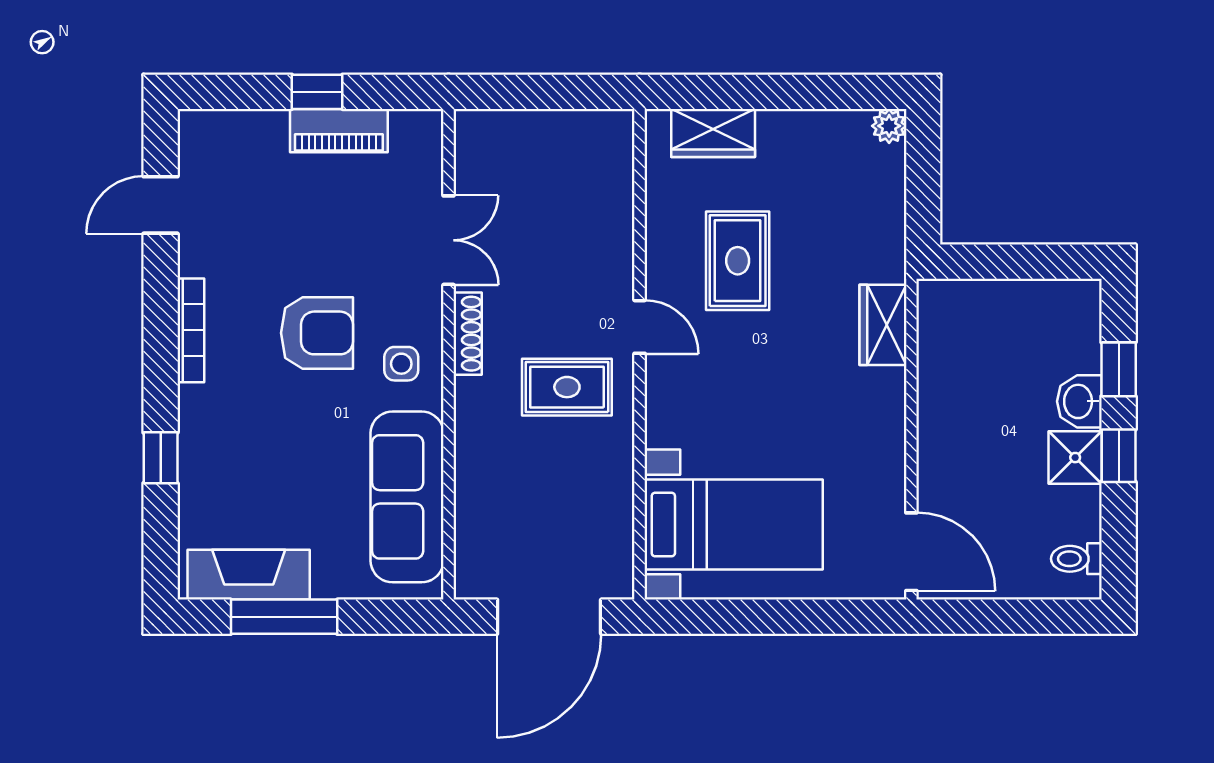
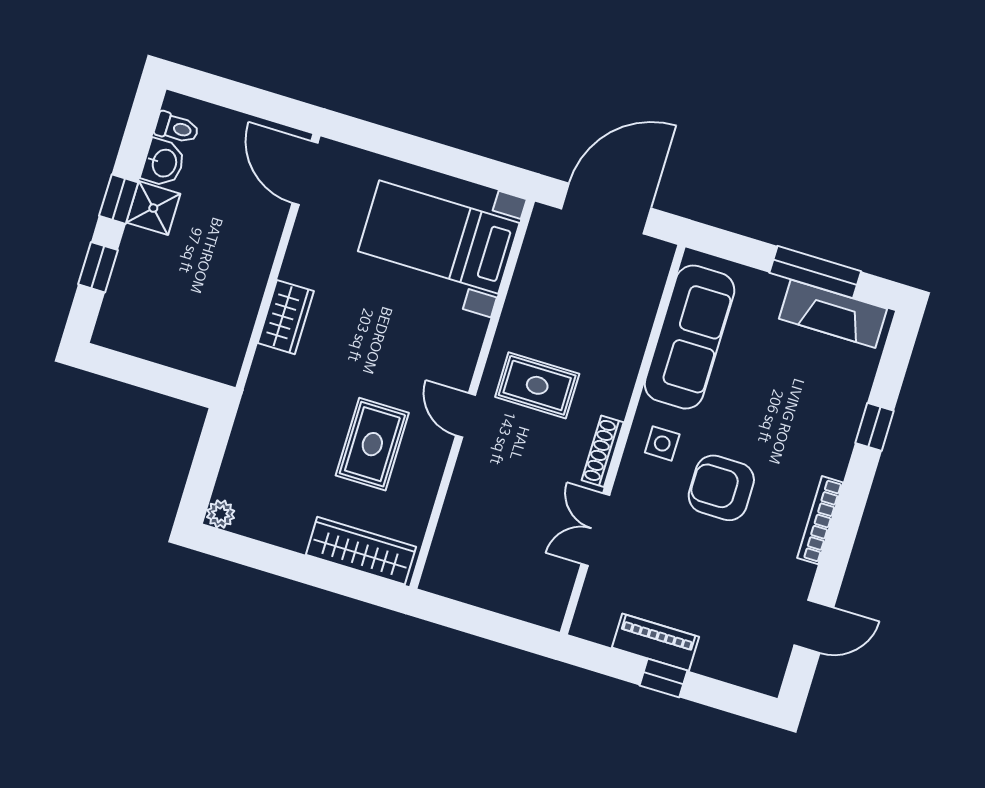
wardrobe: (713, 133) -> (361, 551), width x1.50
wardrobe: (883, 325) -> (286, 317), moved
washbasin: (1079, 401) -> (163, 163), moved

